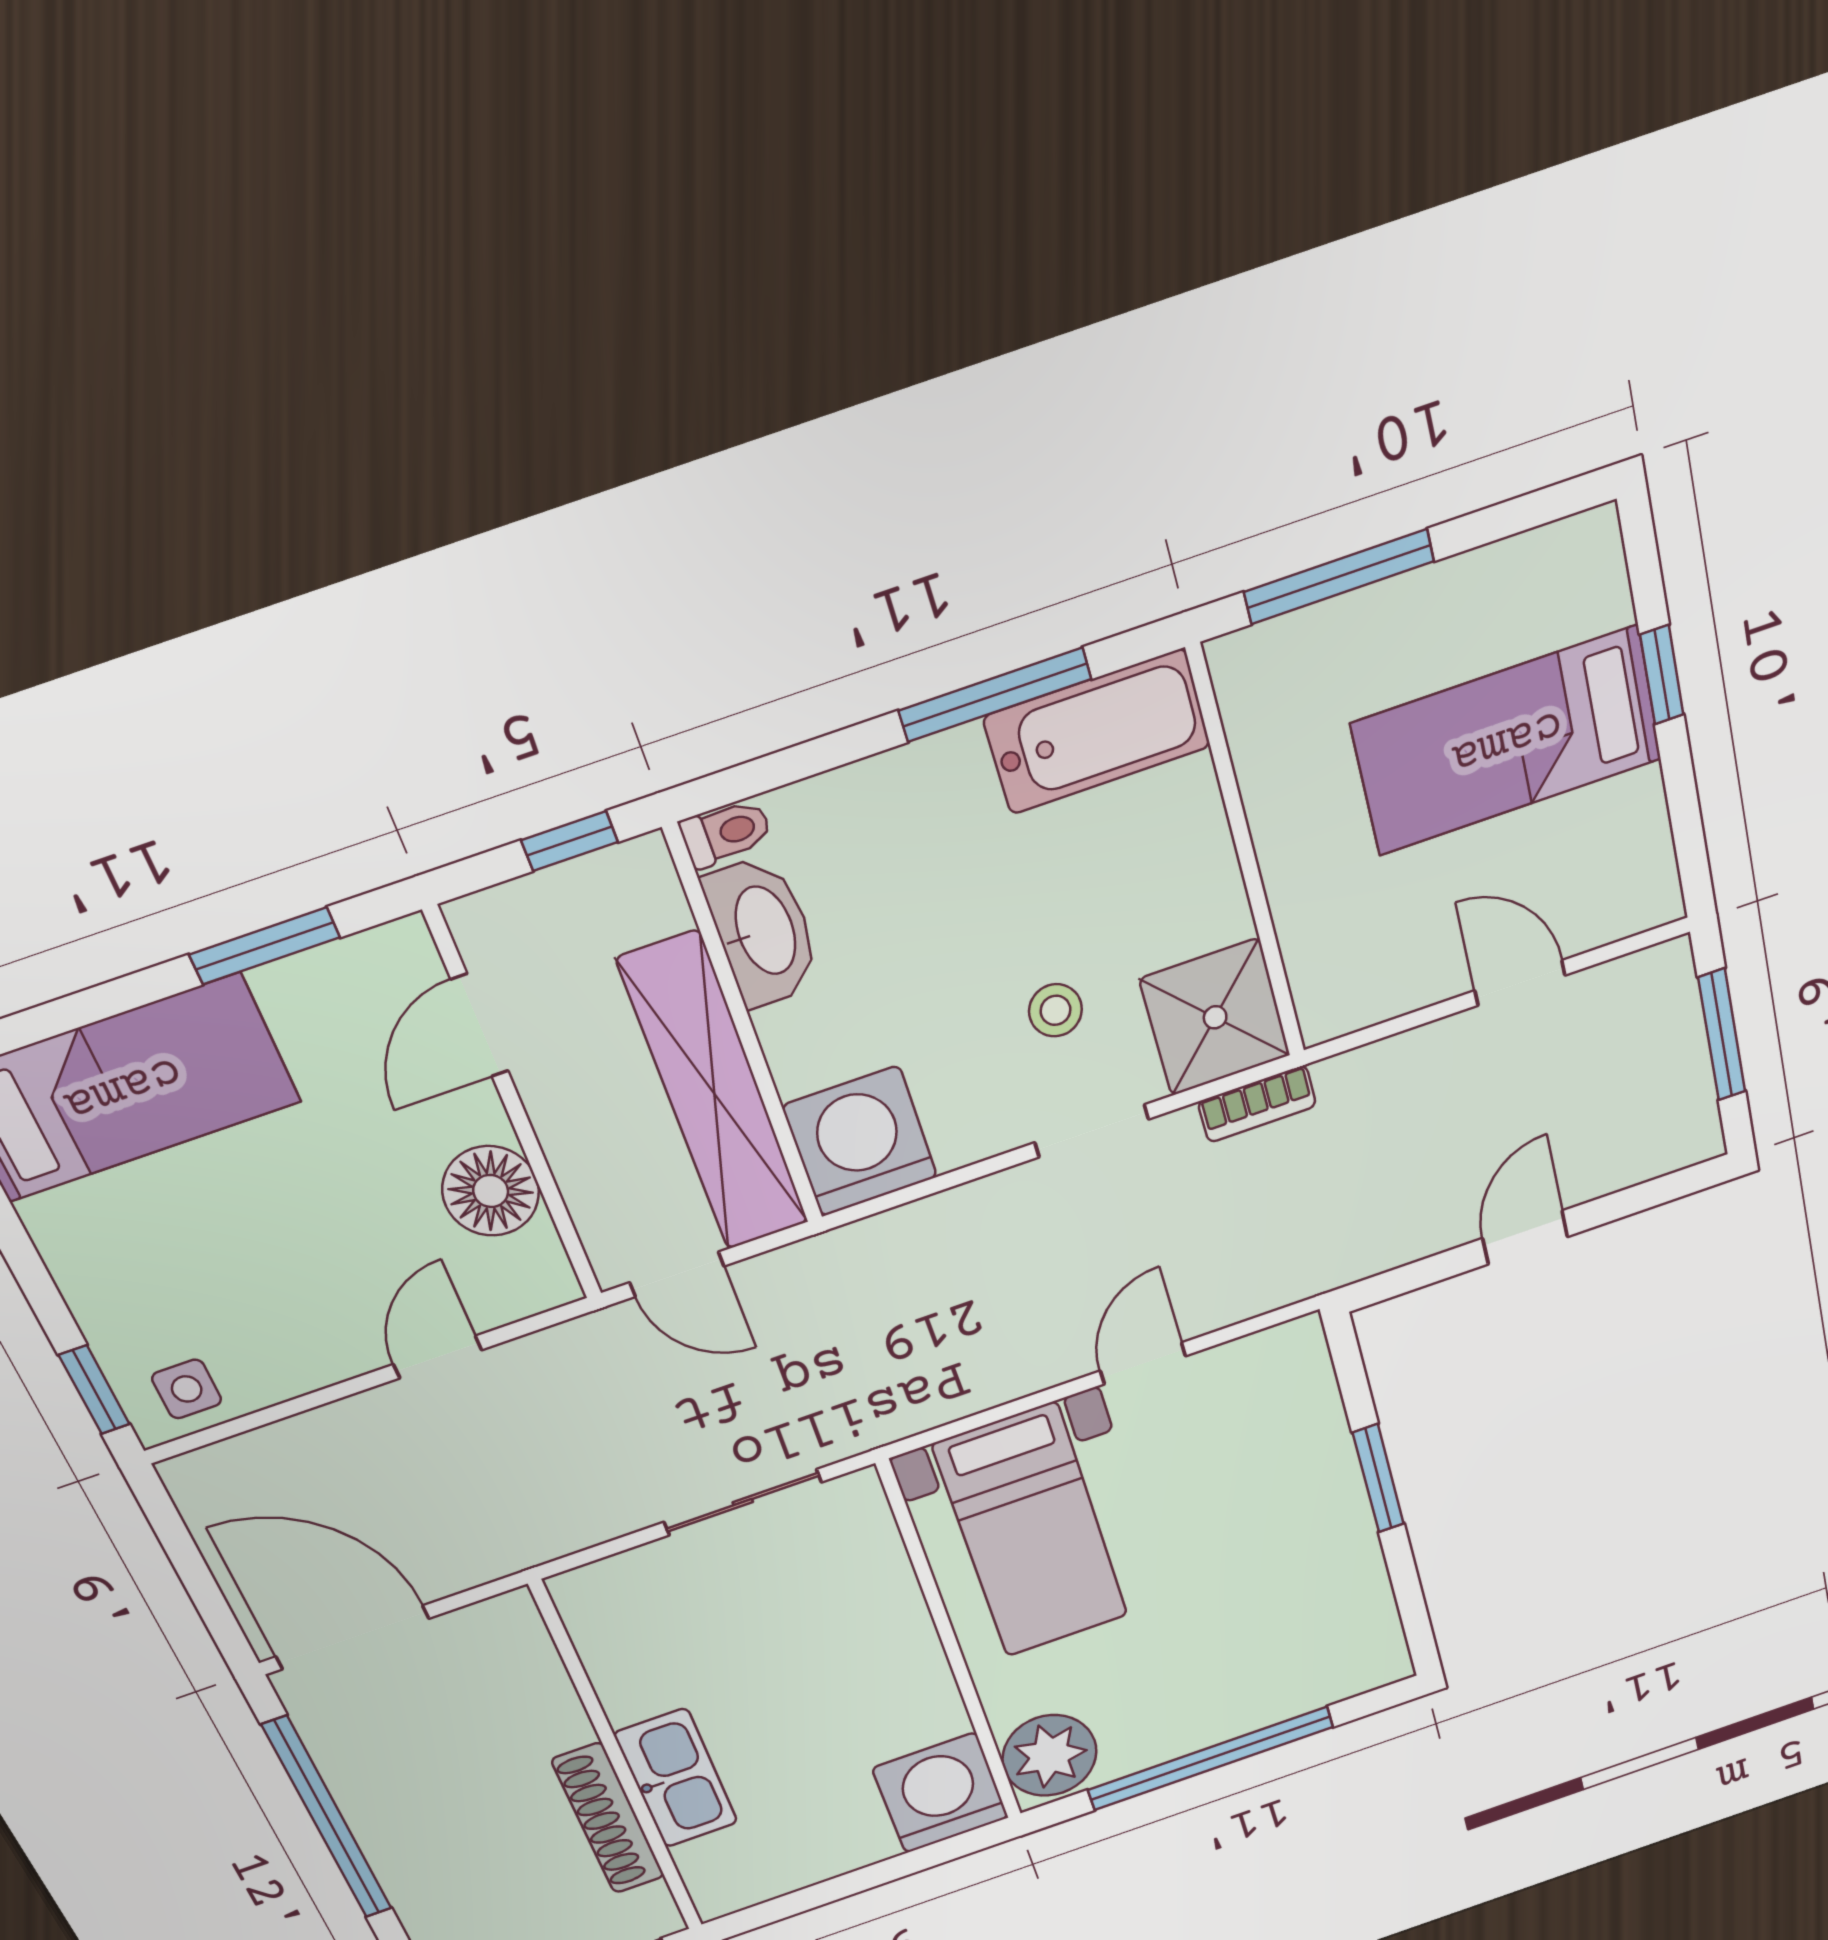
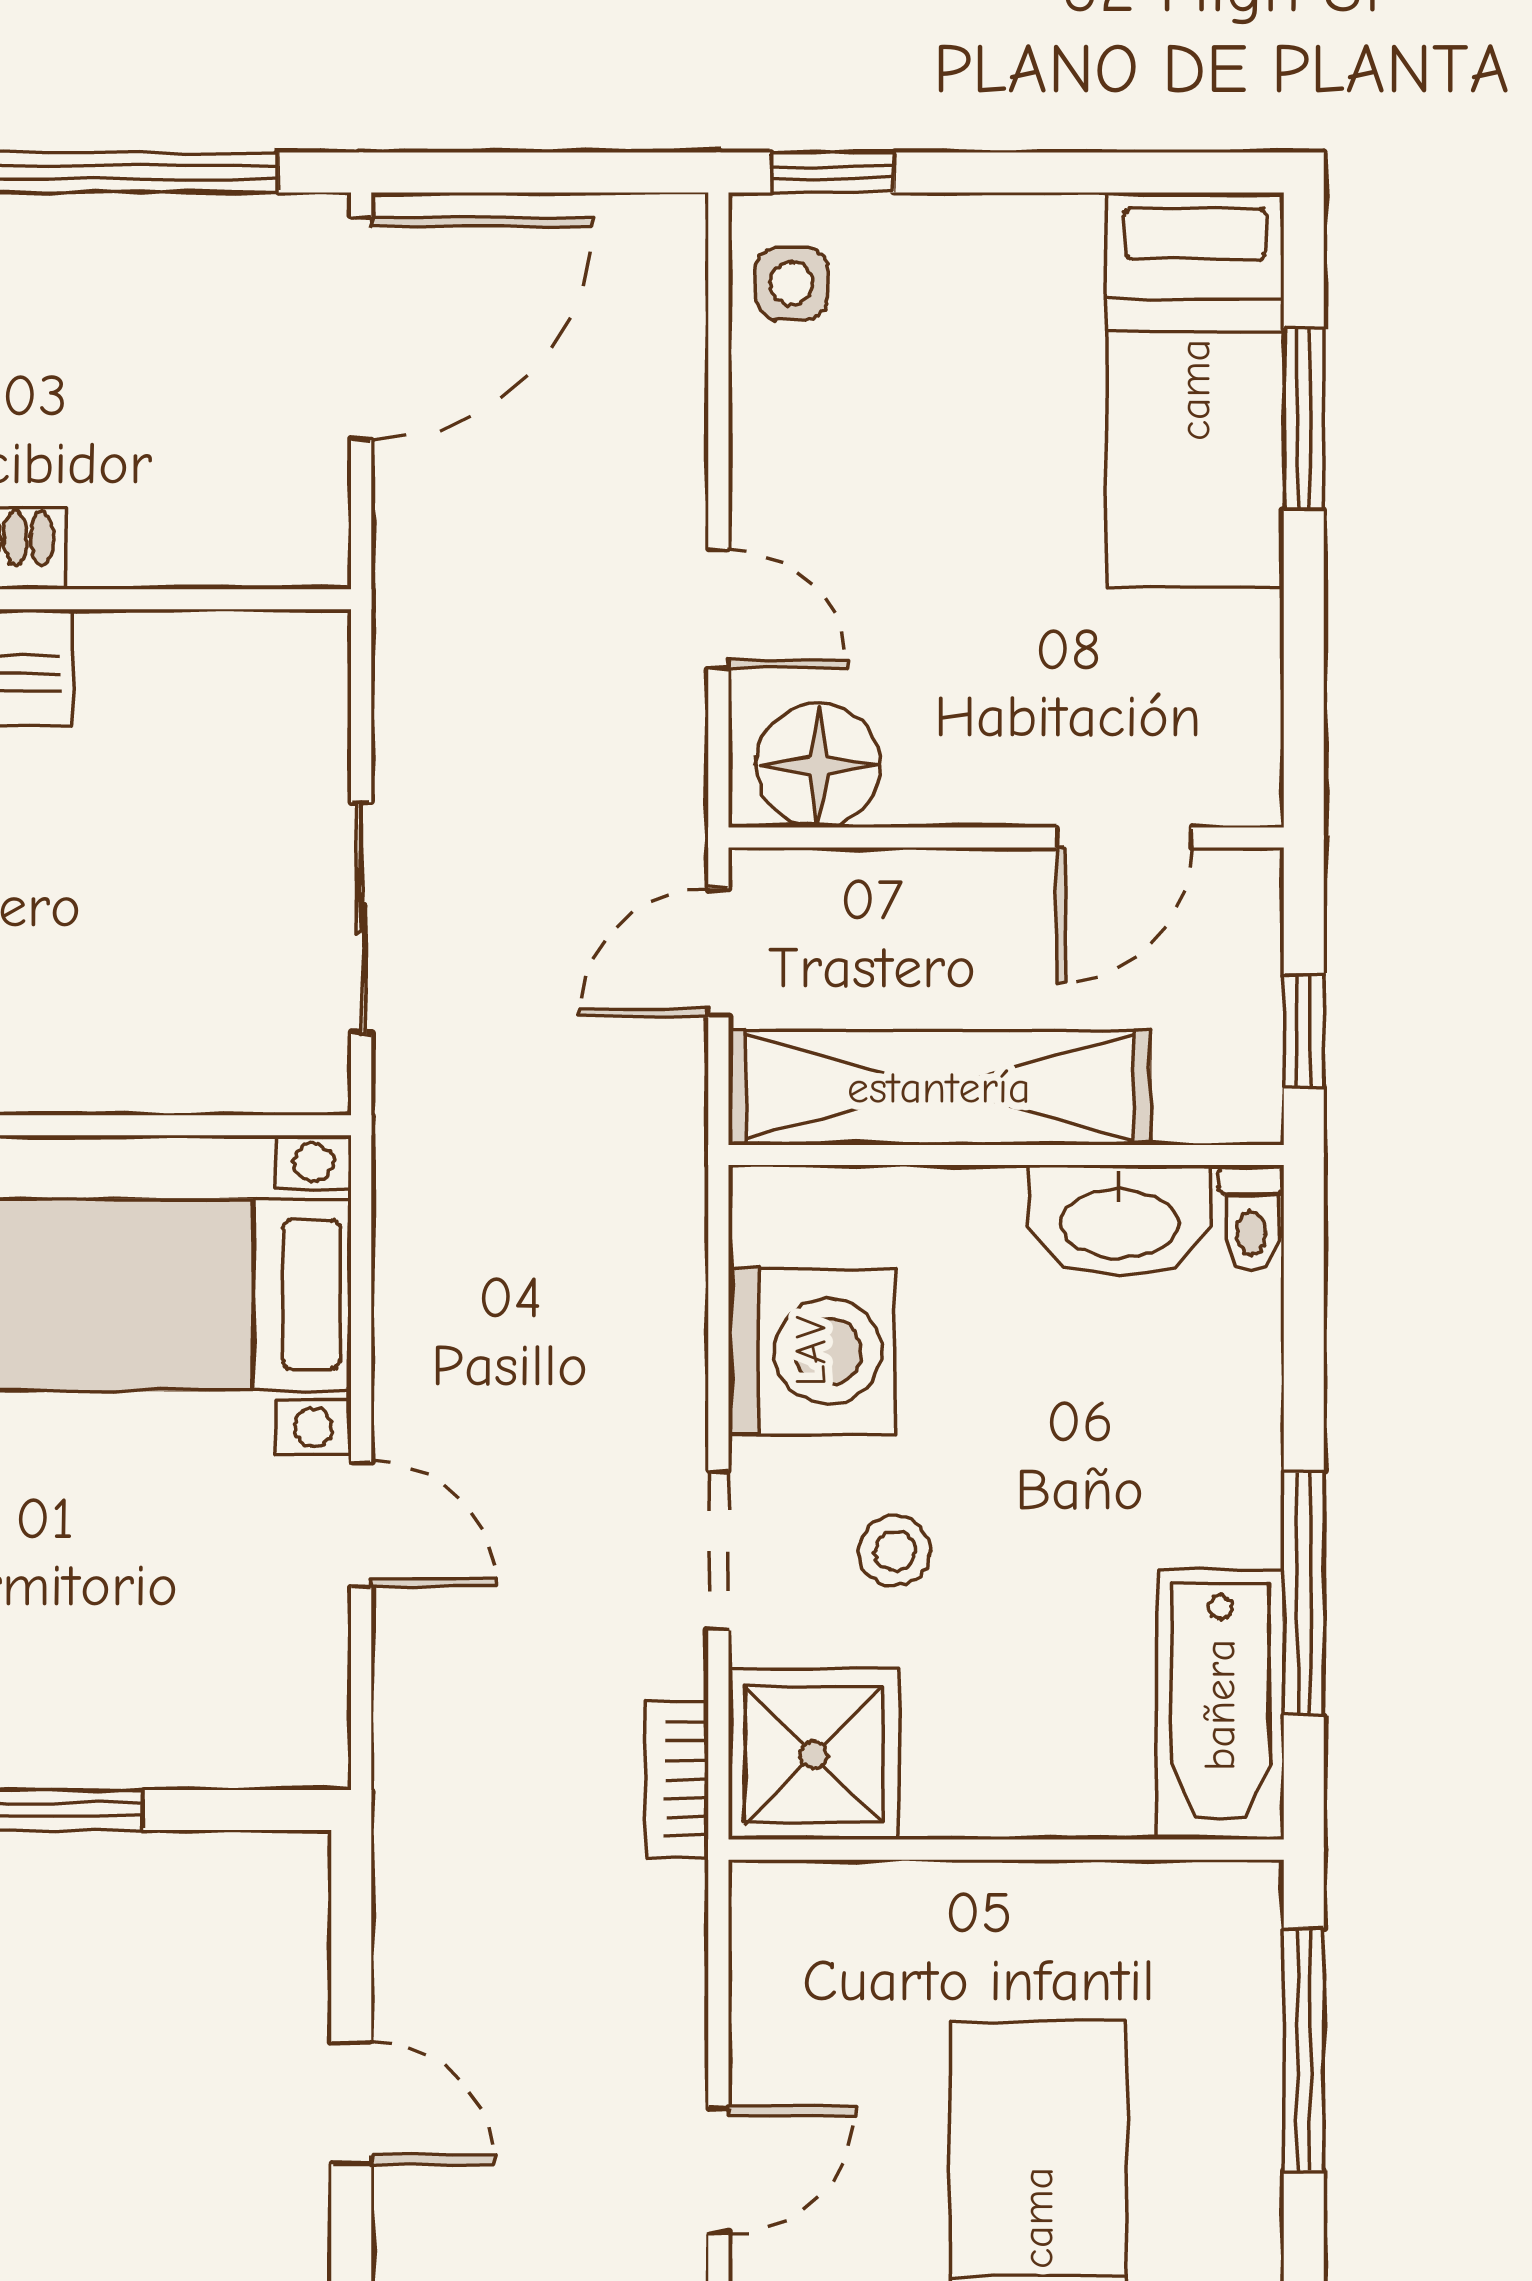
window: (265, 946) -> (1304, 419), moved
door: (480, 1025) -> (1124, 837), swing flipped
washing machine: (860, 1142) -> (811, 1351), moved
floor lamp: (491, 1191) -> (819, 765), moved

